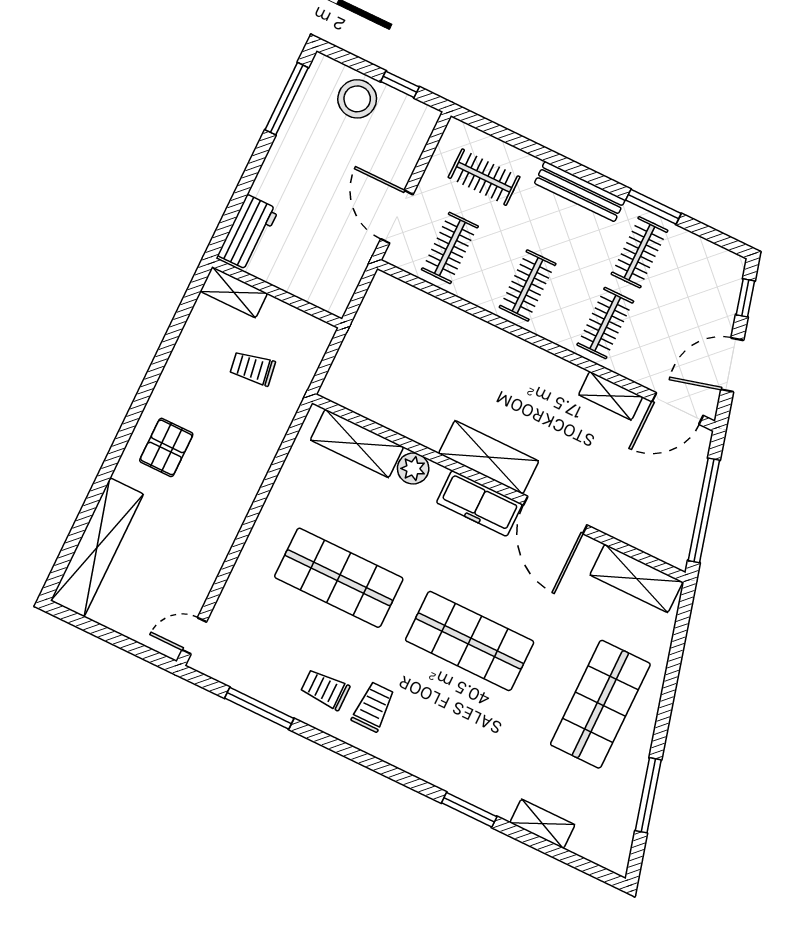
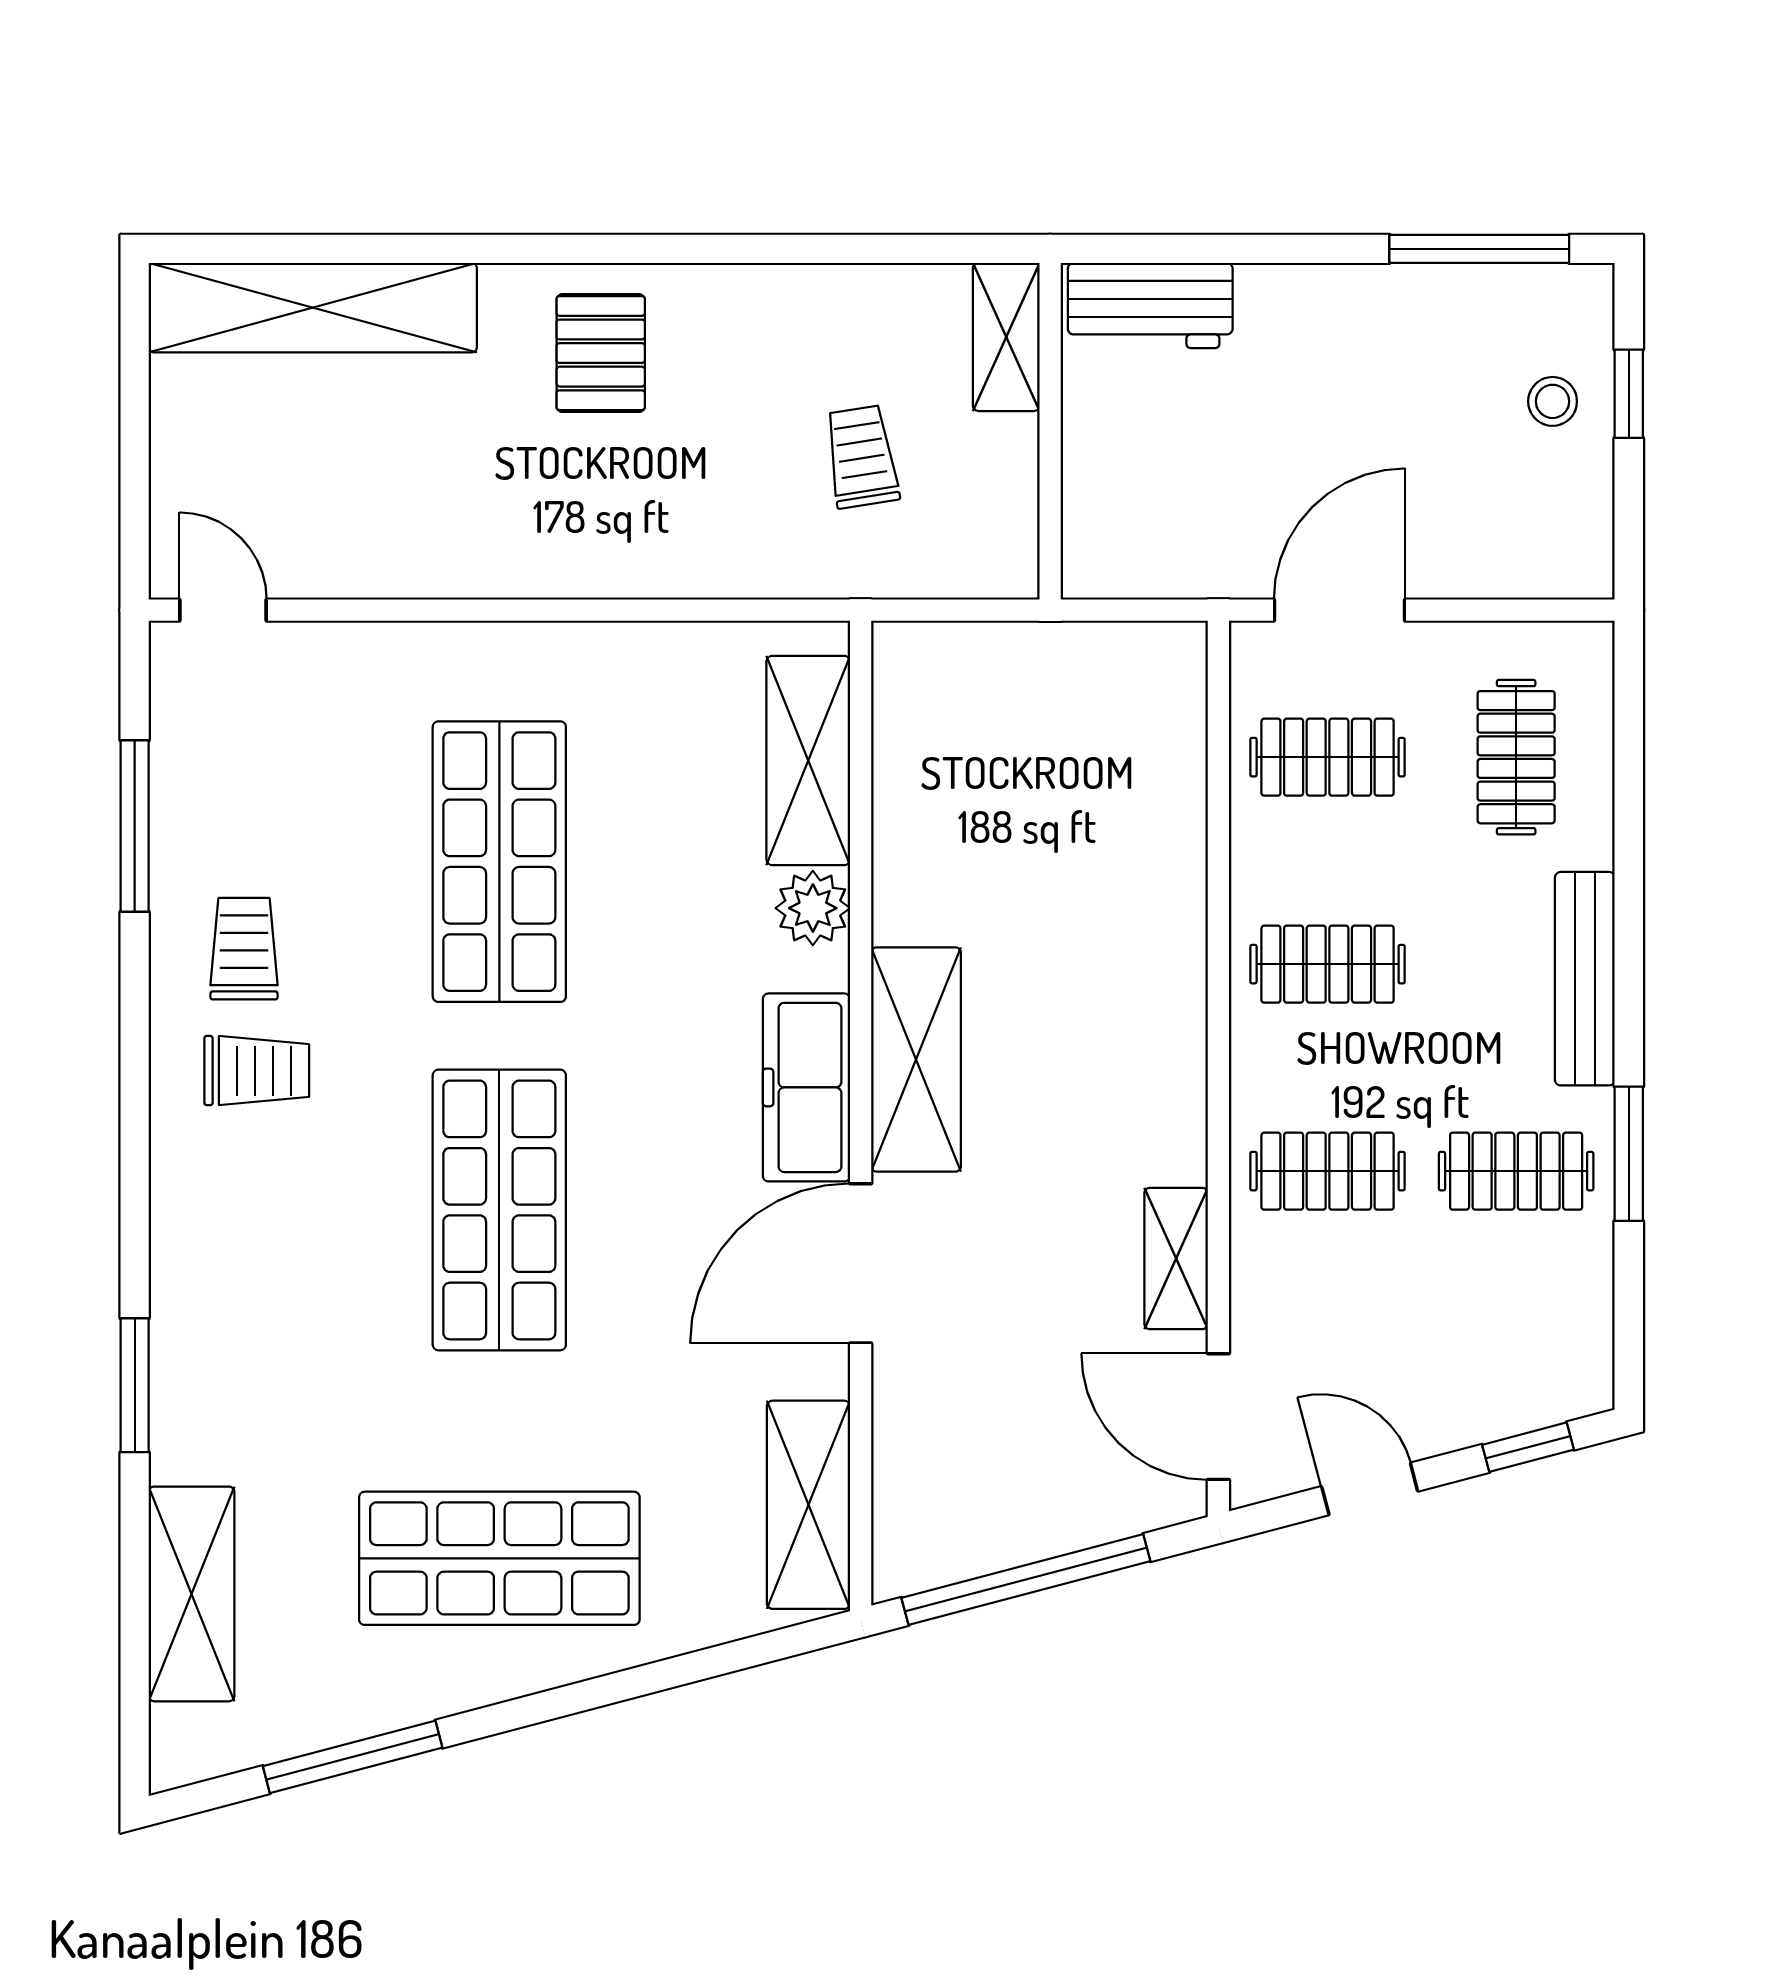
window: (400, 84) -> (1629, 394), moved
stool: (357, 99) -> (1553, 401), width x0.53, depth x0.53
door: (732, 365) -> (1370, 1489), width x0.73
pallet: (166, 447) -> (601, 353), turned 90
shelving: (542, 824) -> (192, 1594), width x1.50, depth x1.33

